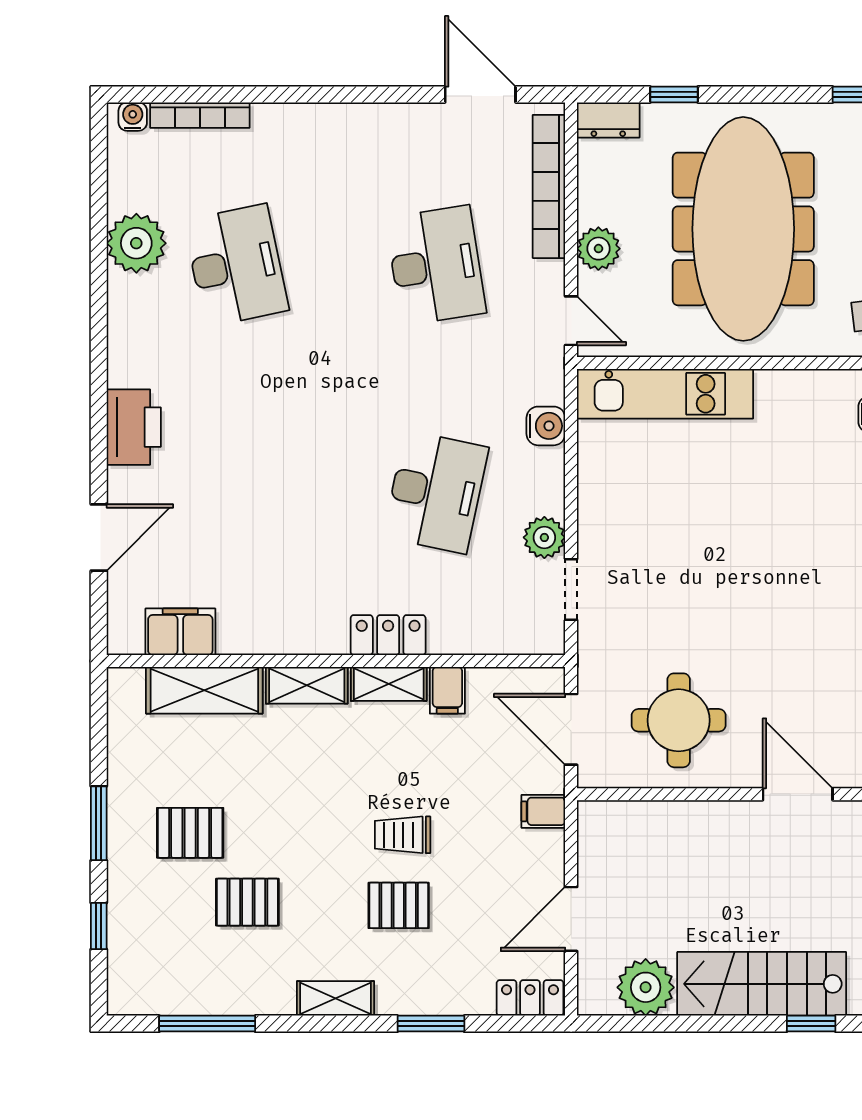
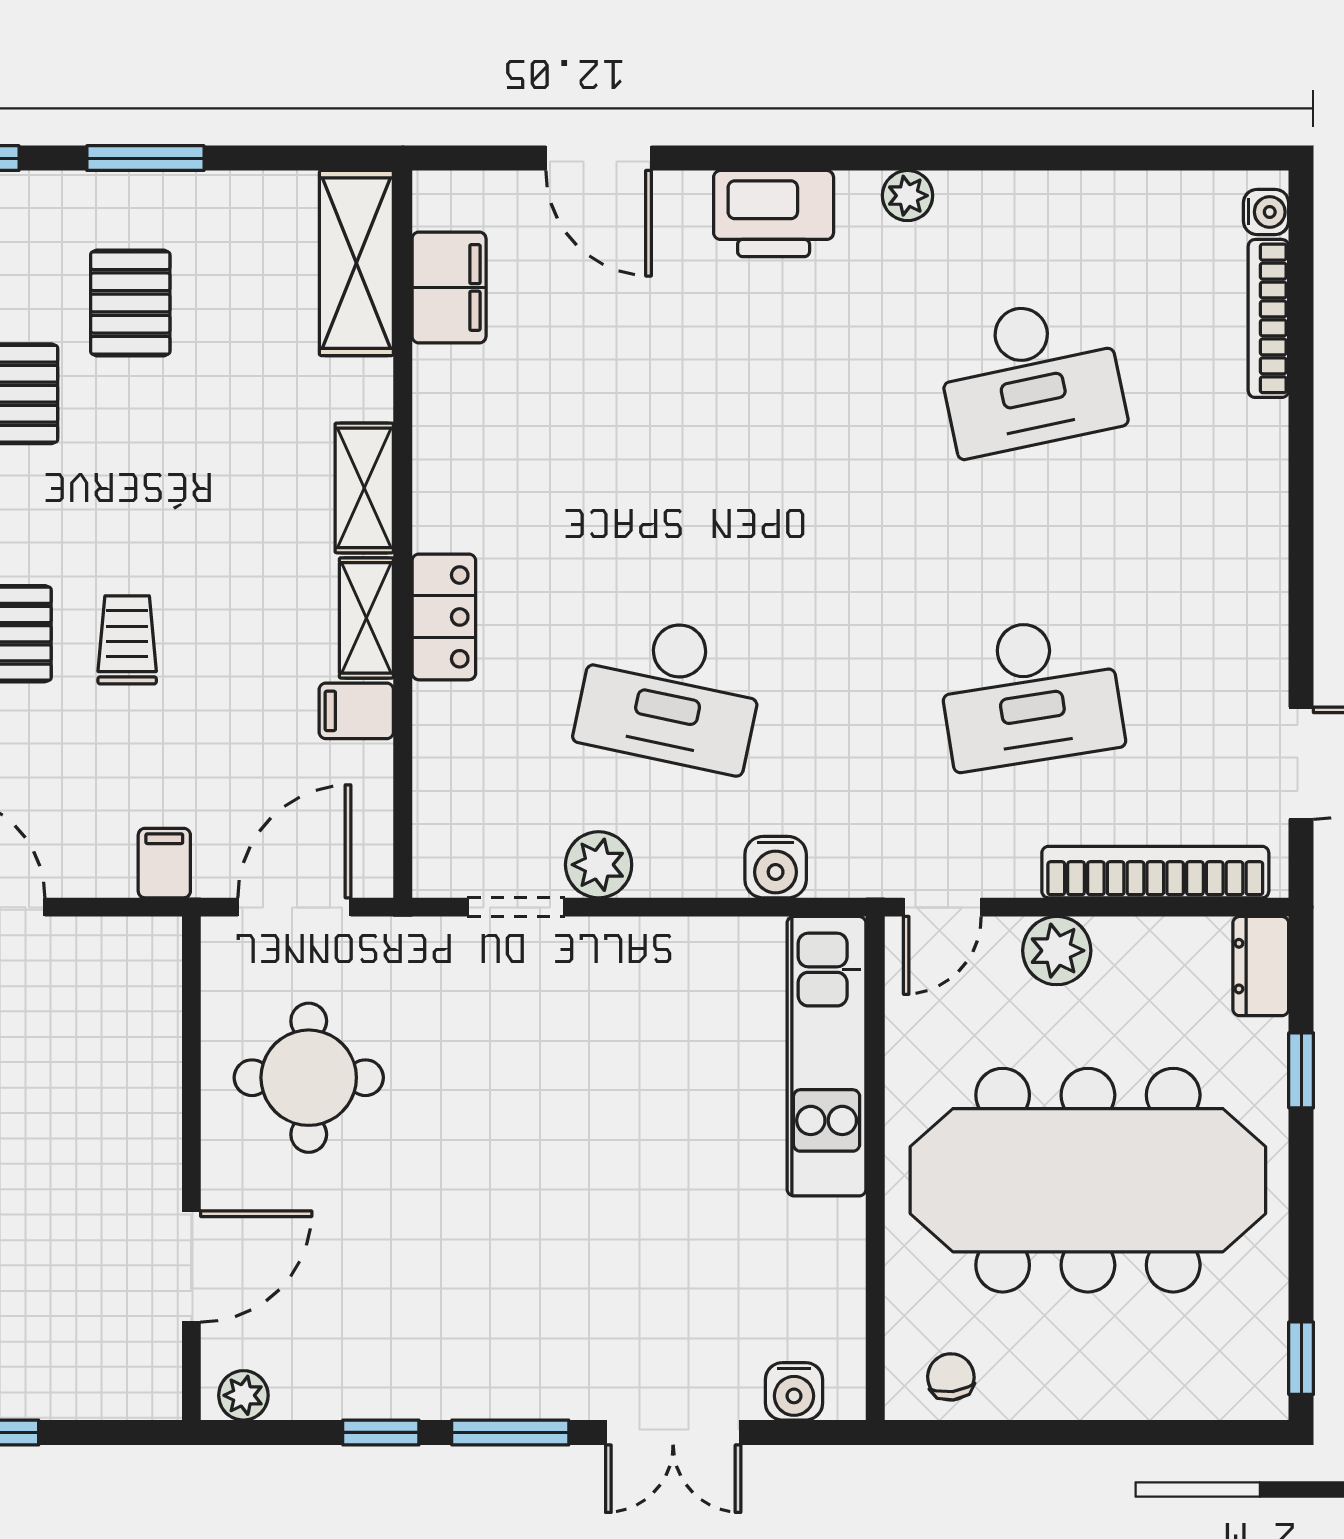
plant: (136, 243) -> (908, 196), moved, width x0.53, depth x0.53
shelving: (204, 690) -> (356, 263), moved

